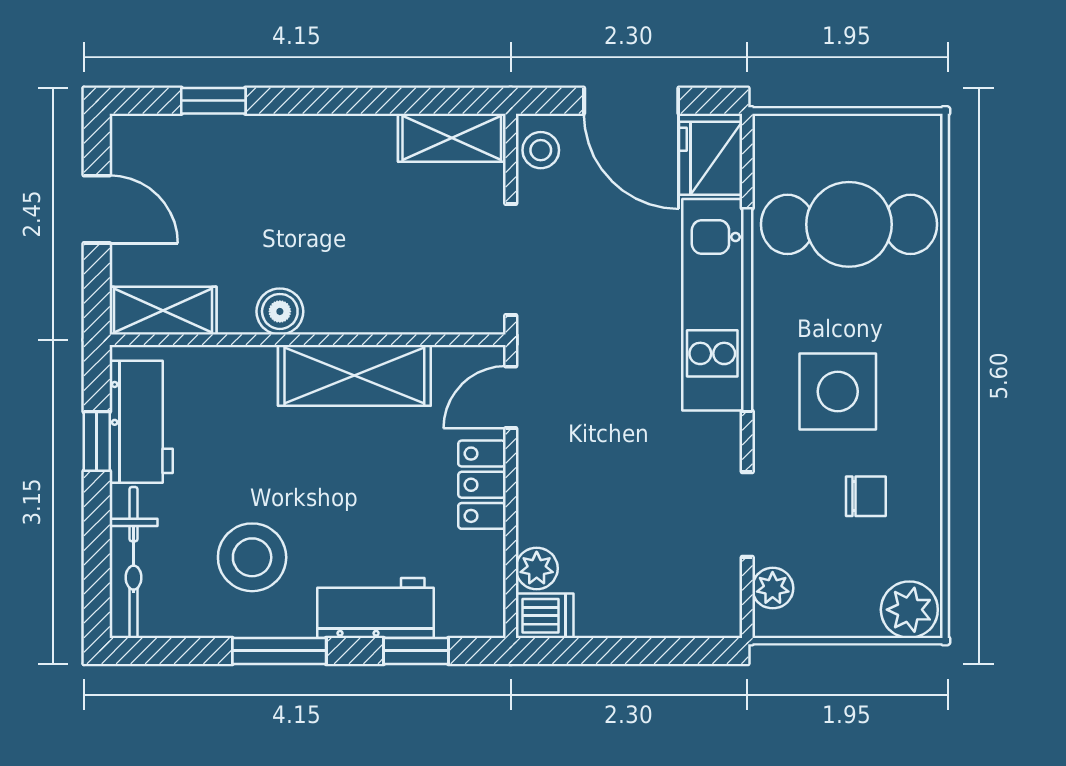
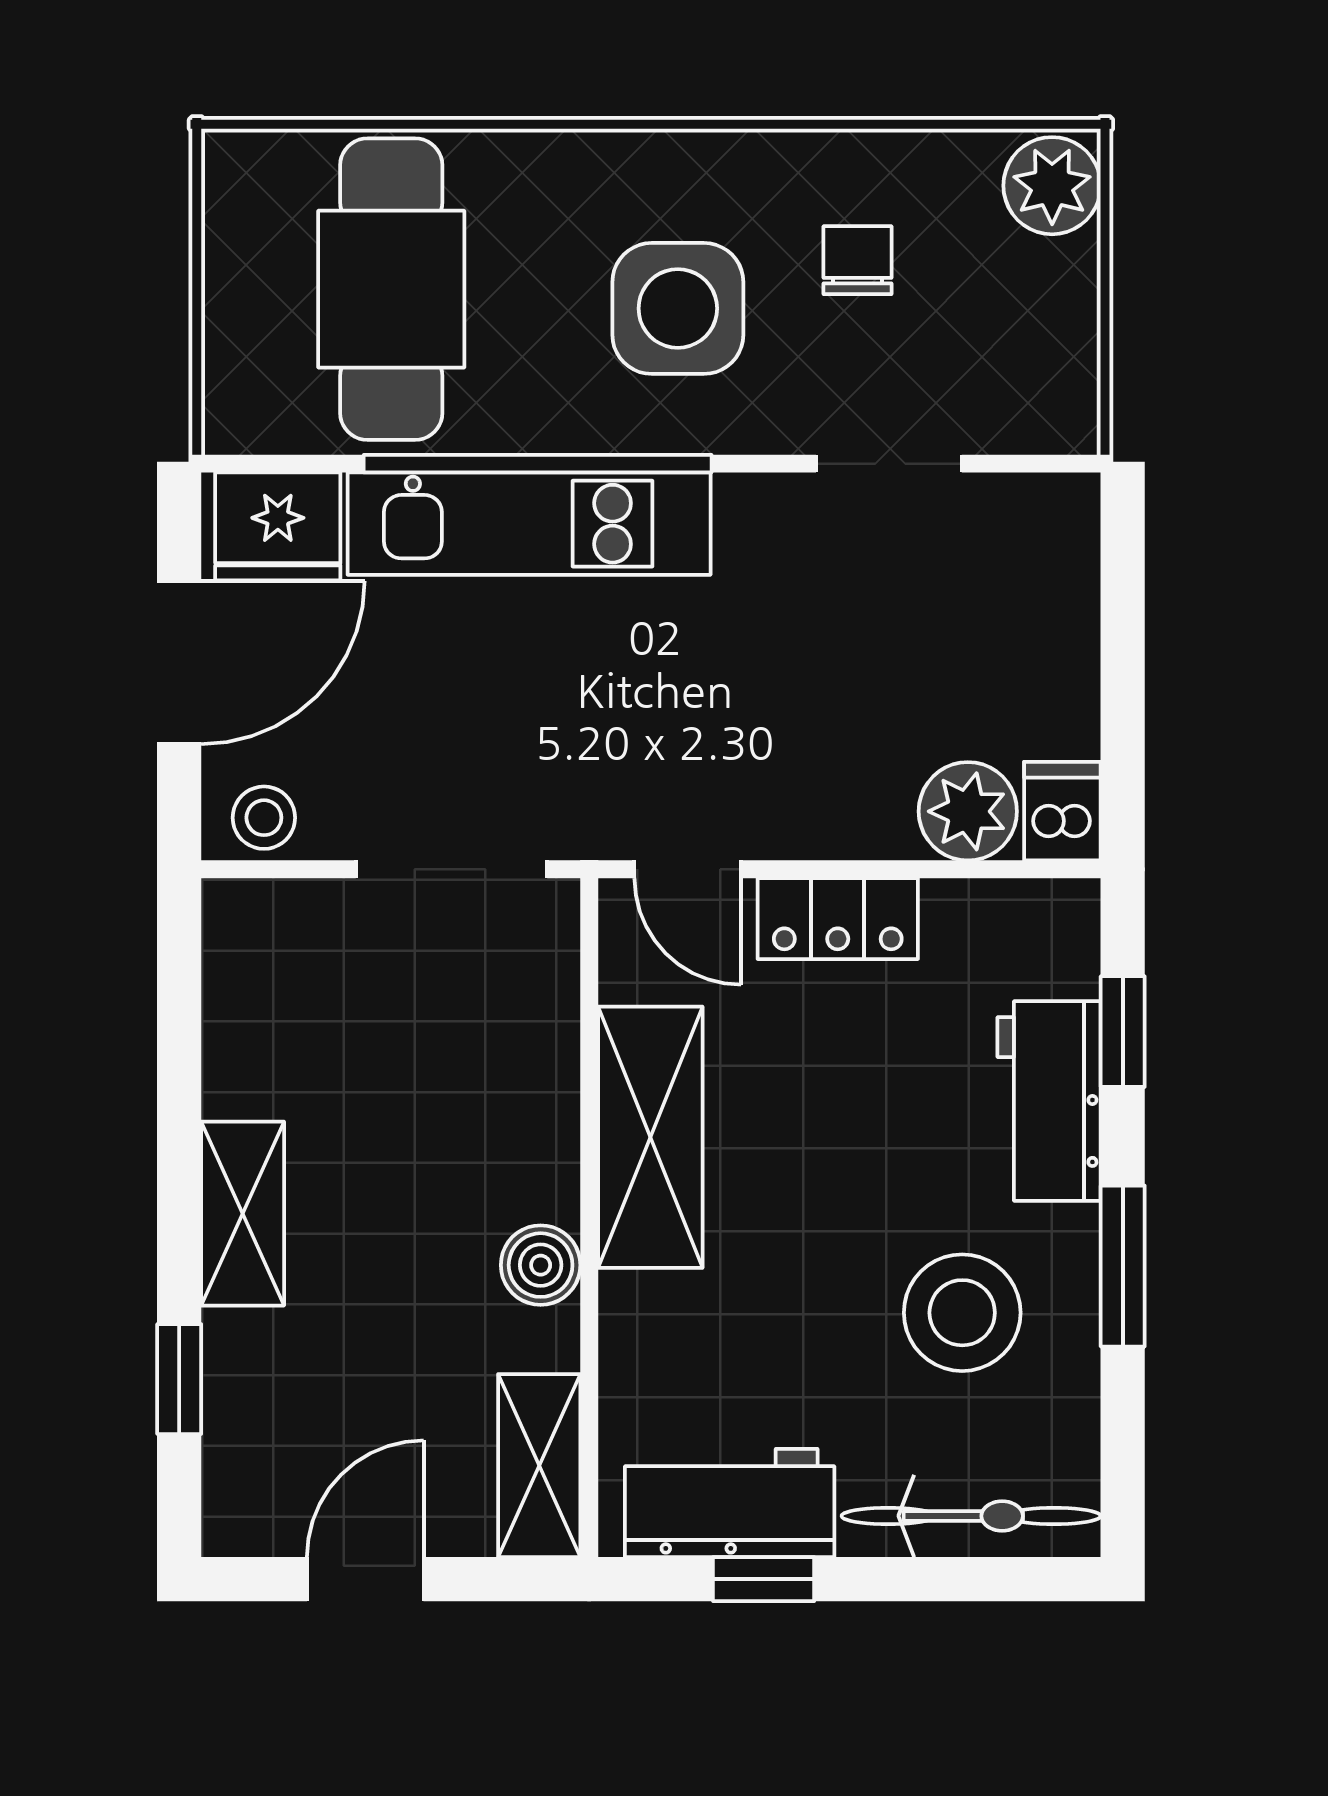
shelving: (452, 138) -> (243, 1214), moved
plant: (537, 568) -> (968, 811), width x1.38, depth x1.38
plant: (773, 588) -> (1015, 420), removed

